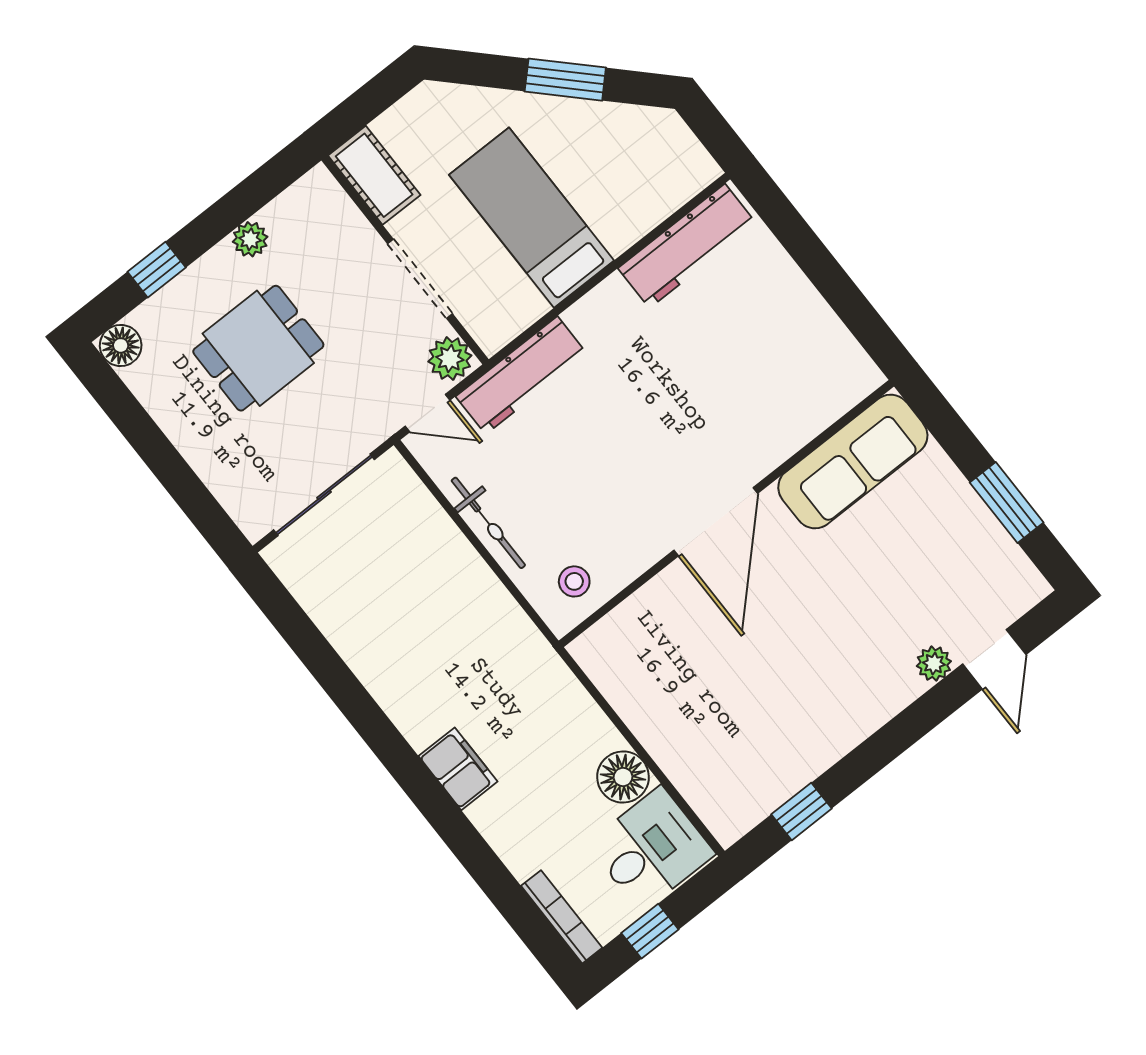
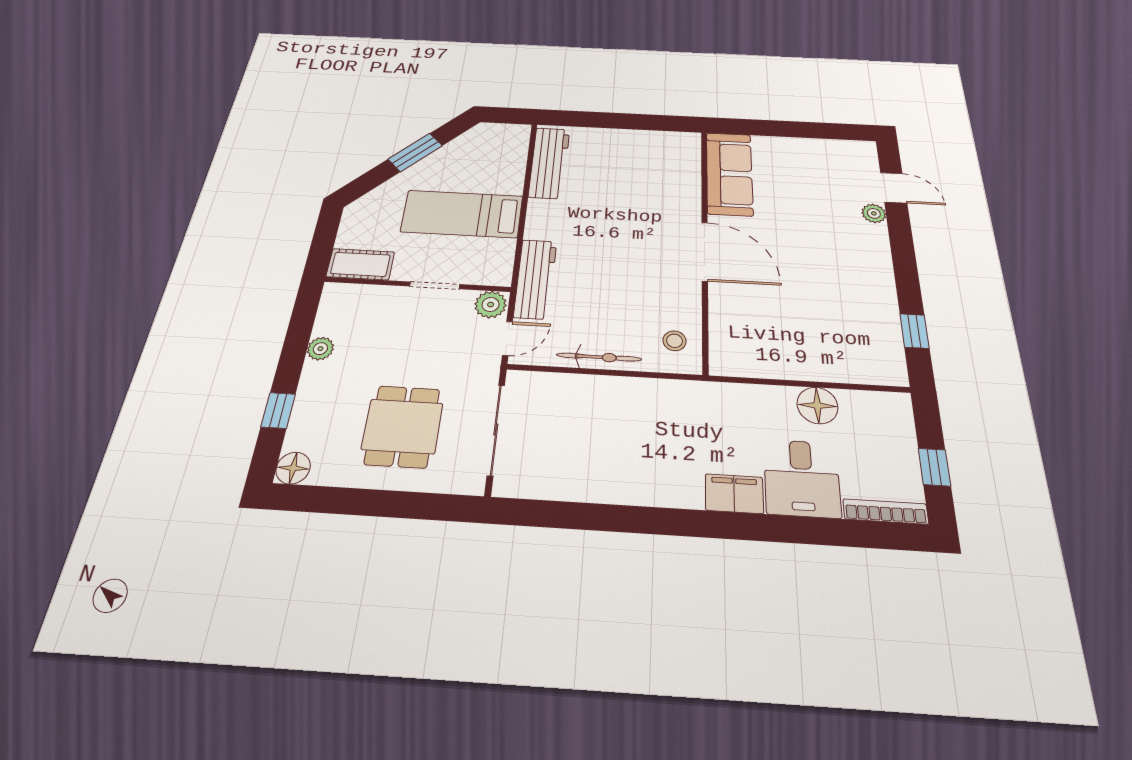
doorway: (420, 279) -> (435, 285), width x0.73
dining table: (258, 348) -> (402, 426), moved
window: (1007, 503) -> (811, 130), removed
desk: (651, 849) -> (802, 478), moved, turned 180

